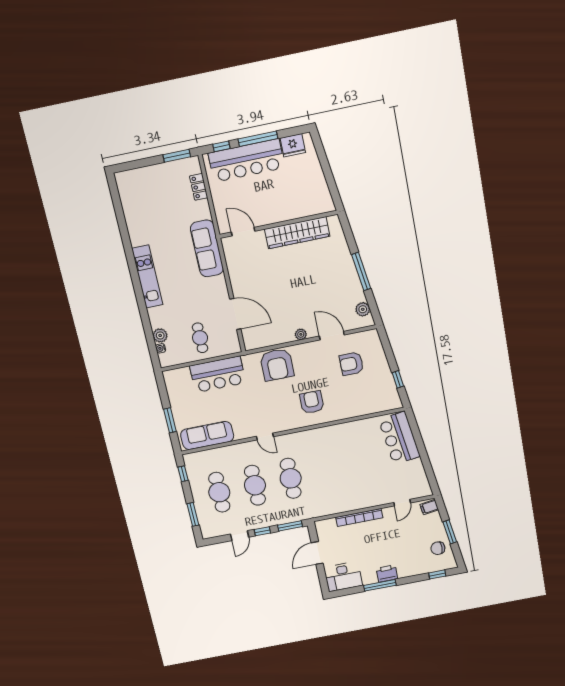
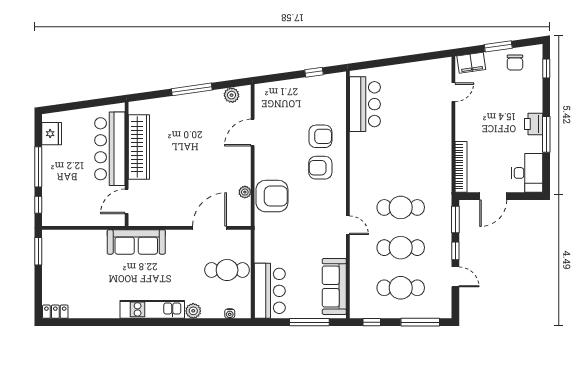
bar counter: (246, 160) -> (110, 149), moved, turned 180
locker: (199, 187) -> (55, 312), moved, turned 180
plant: (301, 334) -> (245, 192), moved
plant: (160, 335) -> (193, 311), moved
cafe table: (200, 338) -> (227, 270), width x1.37, depth x1.35
armchair: (351, 364) -> (320, 136), moved, turned -90
bar counter: (218, 374) -> (270, 291), moved
window: (170, 420) -> (309, 322), width x1.44
door: (265, 436) -> (348, 225), hinge flipped
bar counter: (399, 438) -> (365, 104), moved, turned -82
door: (402, 503) -> (453, 92), hinge flipped
filing cabinet: (429, 507) -> (471, 63), width x2.00
window: (193, 514) -> (420, 322), width x1.44
bookcase: (359, 517) -> (461, 167), moved
door: (317, 553) -> (493, 196), hinge flipped

